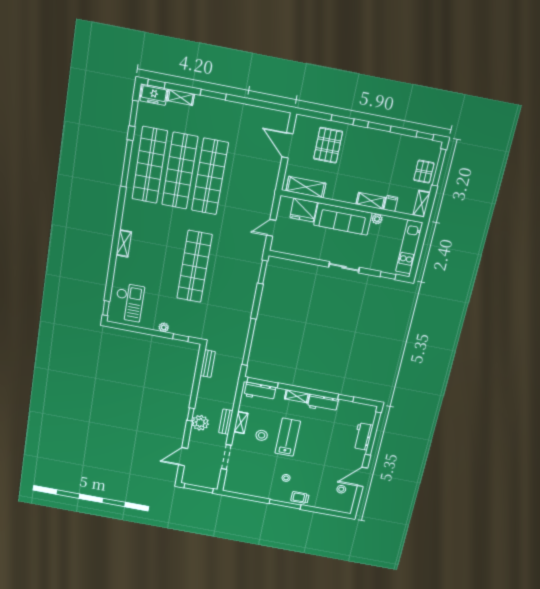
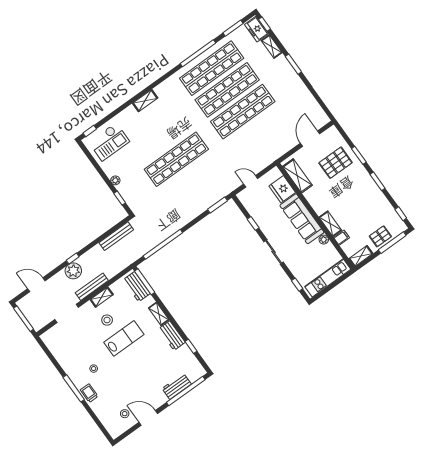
window: (306, 260) -> (253, 223), added
bench: (208, 364) -> (116, 236), width x1.36
bench: (226, 422) -> (92, 287), width x1.36

